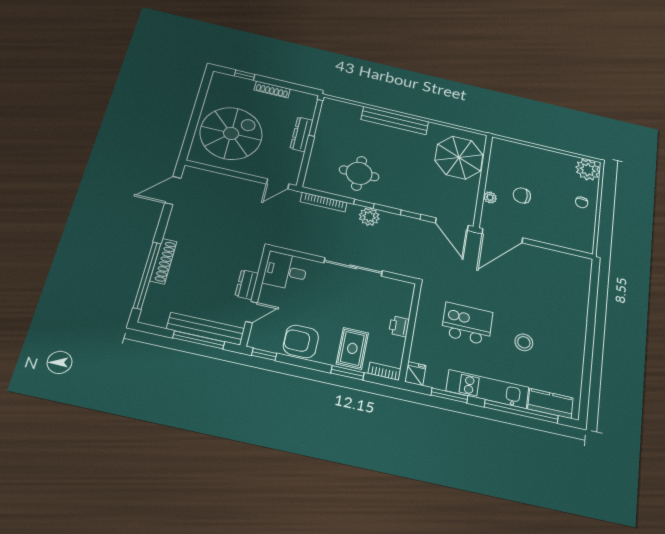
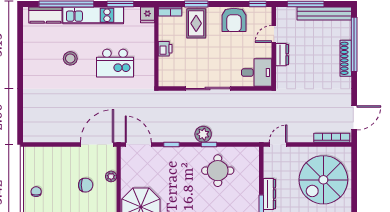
bookcase: (324, 202) -> (332, 138), moved
bench: (206, 329) -> (324, 13), moved
armchair: (301, 341) -> (234, 20), turned 90

